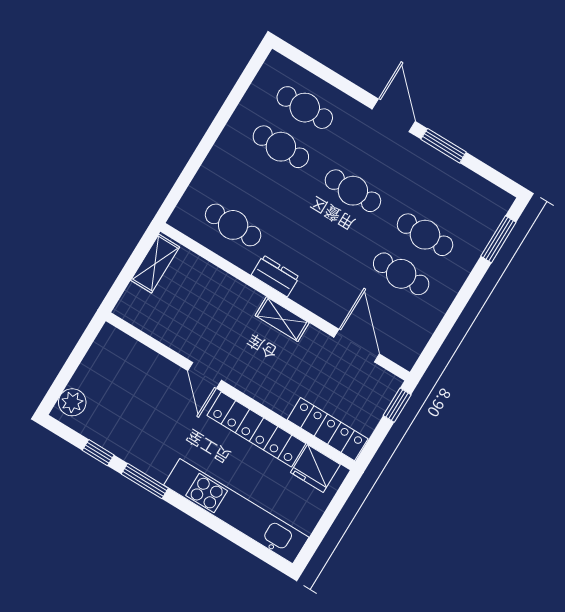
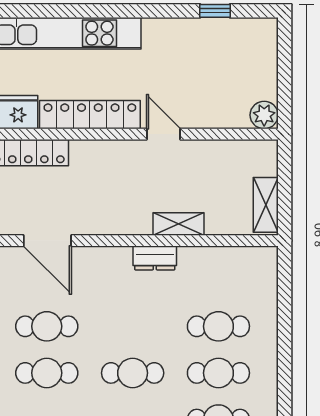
cafe table: (233, 225) -> (218, 326), moved
shelving: (282, 319) -> (179, 224), moved
plant: (72, 402) -> (264, 115), moved
window: (145, 481) -> (159, 11), removed

